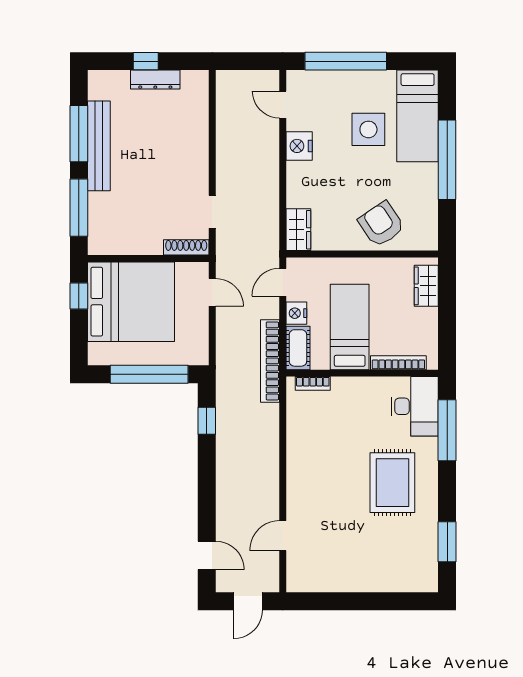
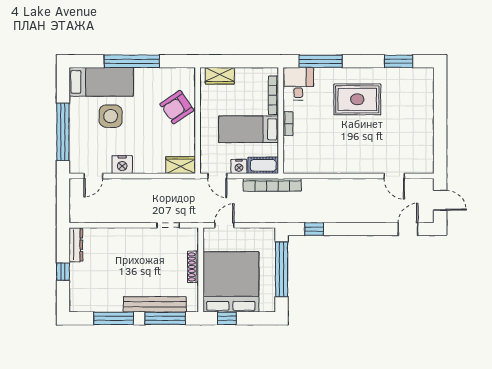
dresser: (155, 80) -> (76, 245), moved
bench: (99, 146) -> (155, 304), moved
shoe rack: (186, 247) -> (193, 267), moved
bookcase: (313, 383) -> (288, 124), moved
desk: (415, 406) -> (298, 84), width x0.73

